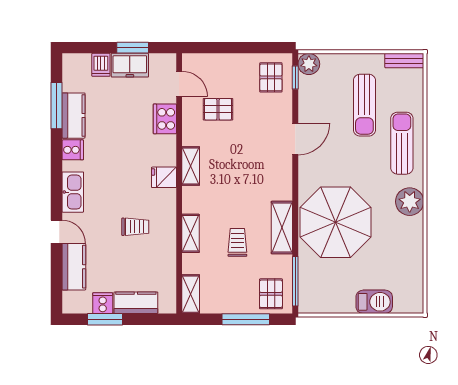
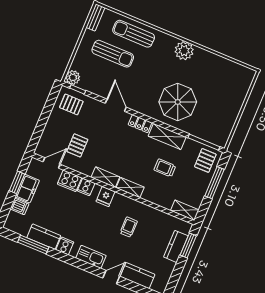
sun lounger: (402, 143) -> (134, 34), moved
locker: (284, 183) -> (140, 124), added
parasol: (335, 222) -> (178, 102), width x0.73, depth x0.73
shelving: (191, 233) -> (130, 187), moved
pallet: (271, 294) -> (205, 160), turned 90
barbecue: (374, 302) -> (237, 99), removed
cooker: (103, 303) -> (86, 187), moved, turned -90
window: (105, 319) -> (188, 245), moved

